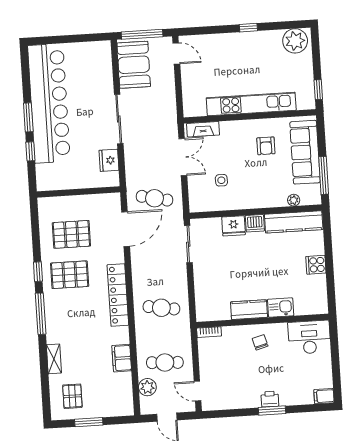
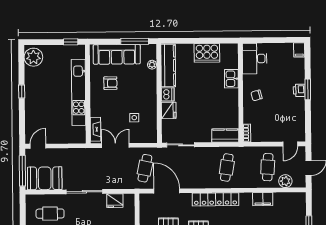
cafe table: (87, 75) -> (50, 214), added
cooker: (316, 265) -> (207, 53), width x1.87, depth x1.31
kitchen counter: (249, 310) -> (225, 136), moved, turned 90

